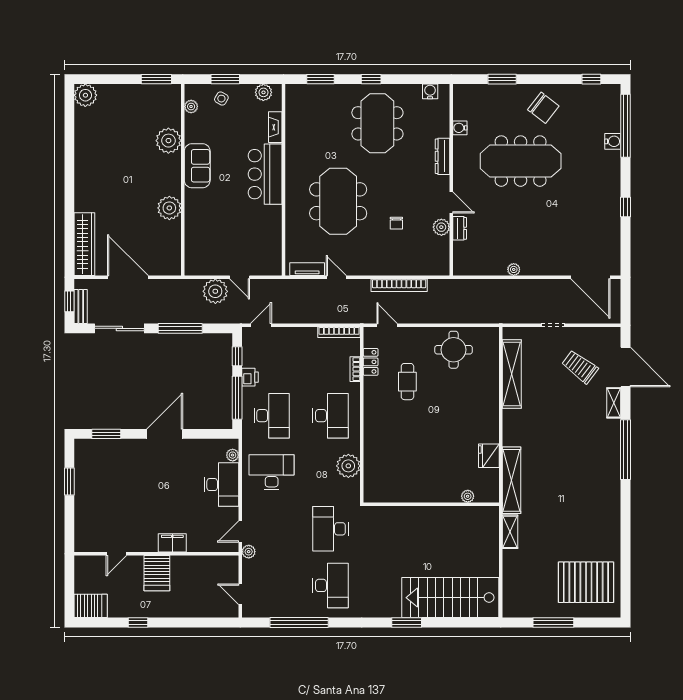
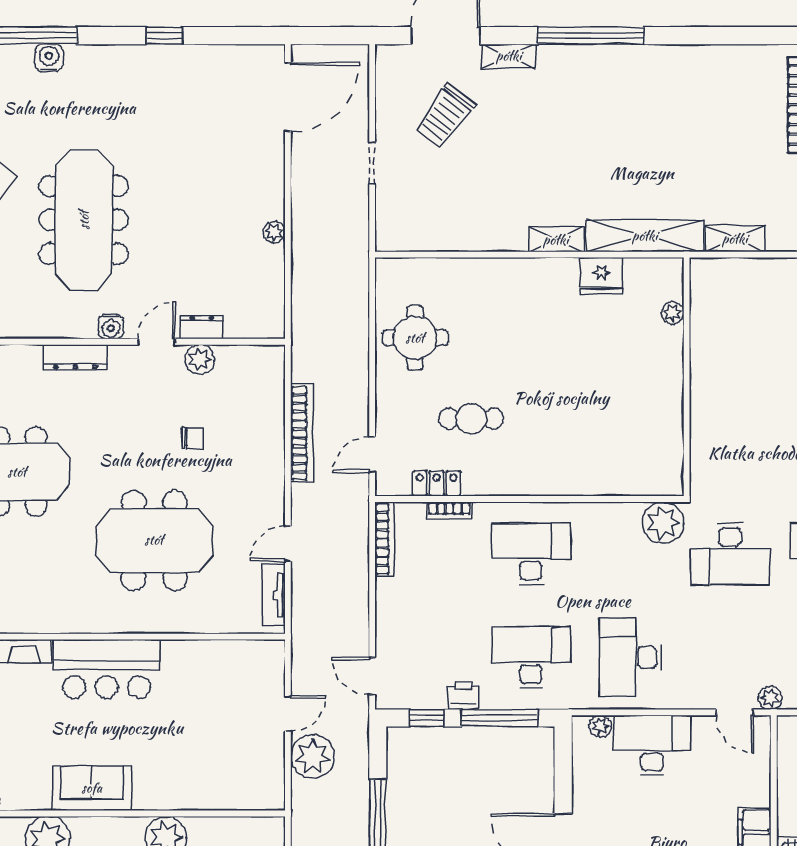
water cooler: (460, 128) -> (111, 327), moved
shelving: (512, 374) -> (556, 240), moved, width x0.45, depth x0.75
plant: (348, 466) -> (663, 523), moved

